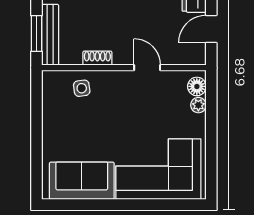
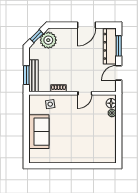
door: (147, 68) -> (85, 93), swing flipped
corner sofa: (158, 169) -> (91, 147), removed
sofa: (82, 181) -> (39, 132), moved, turned 90

